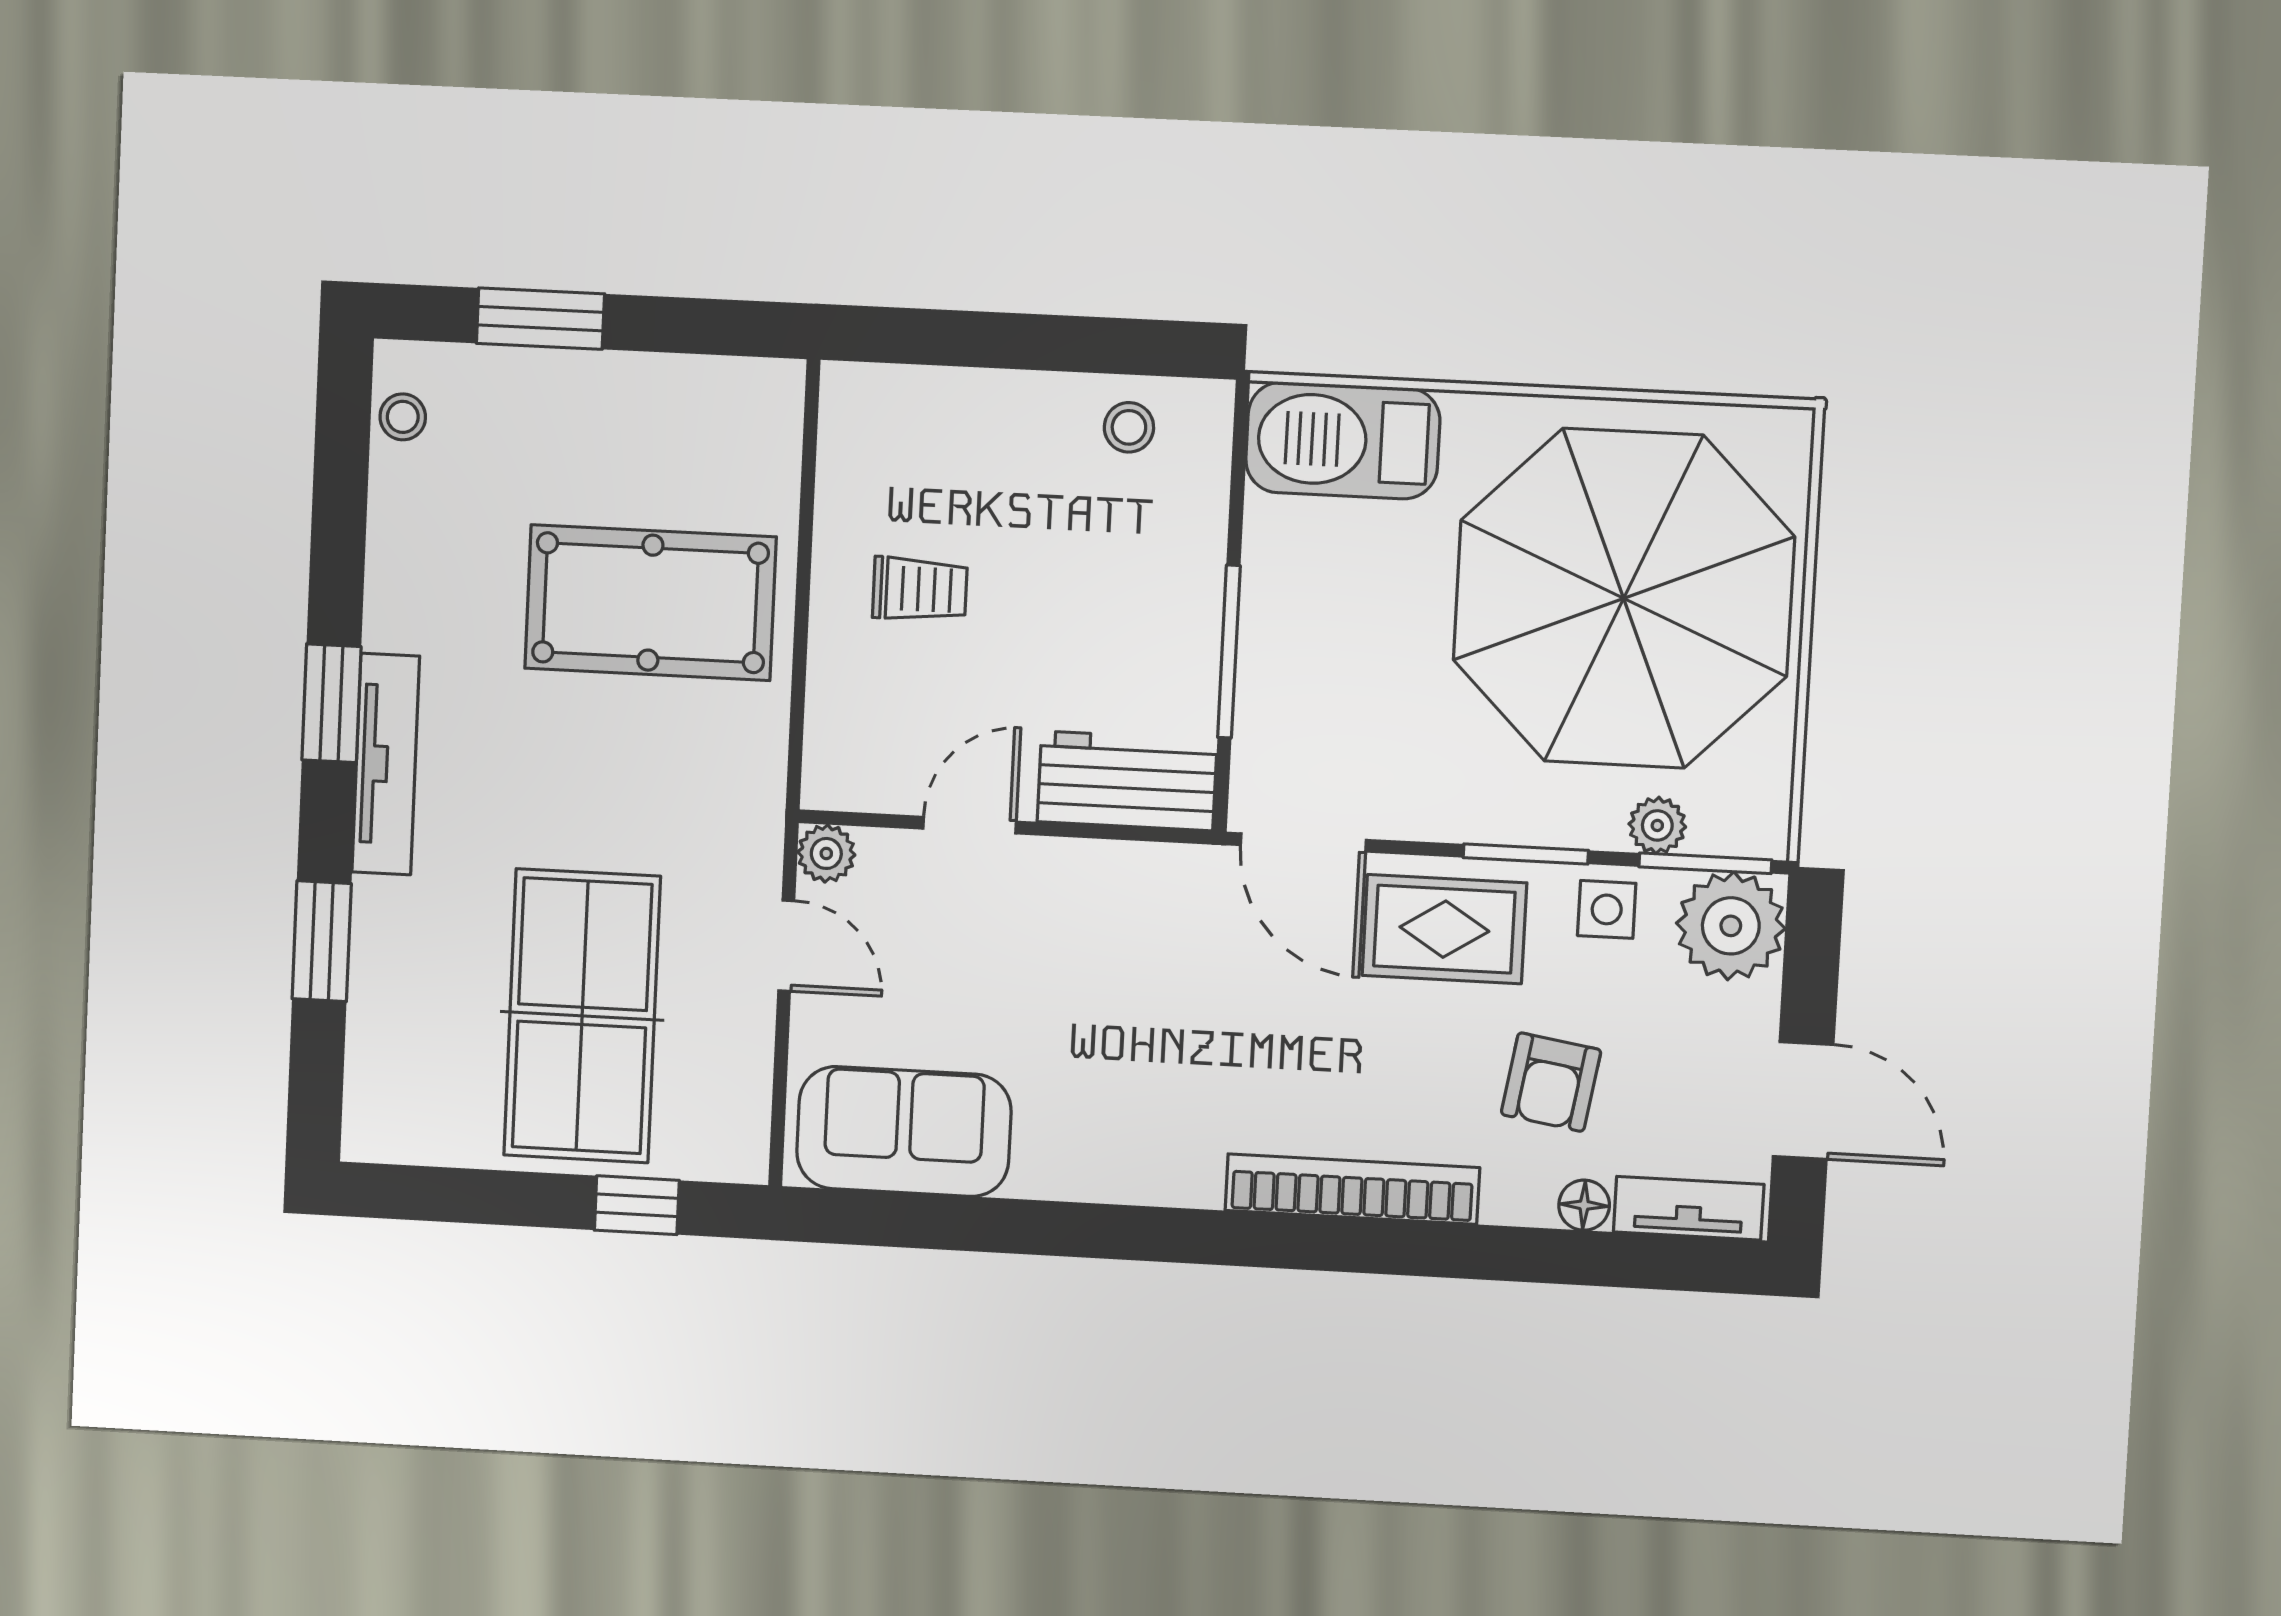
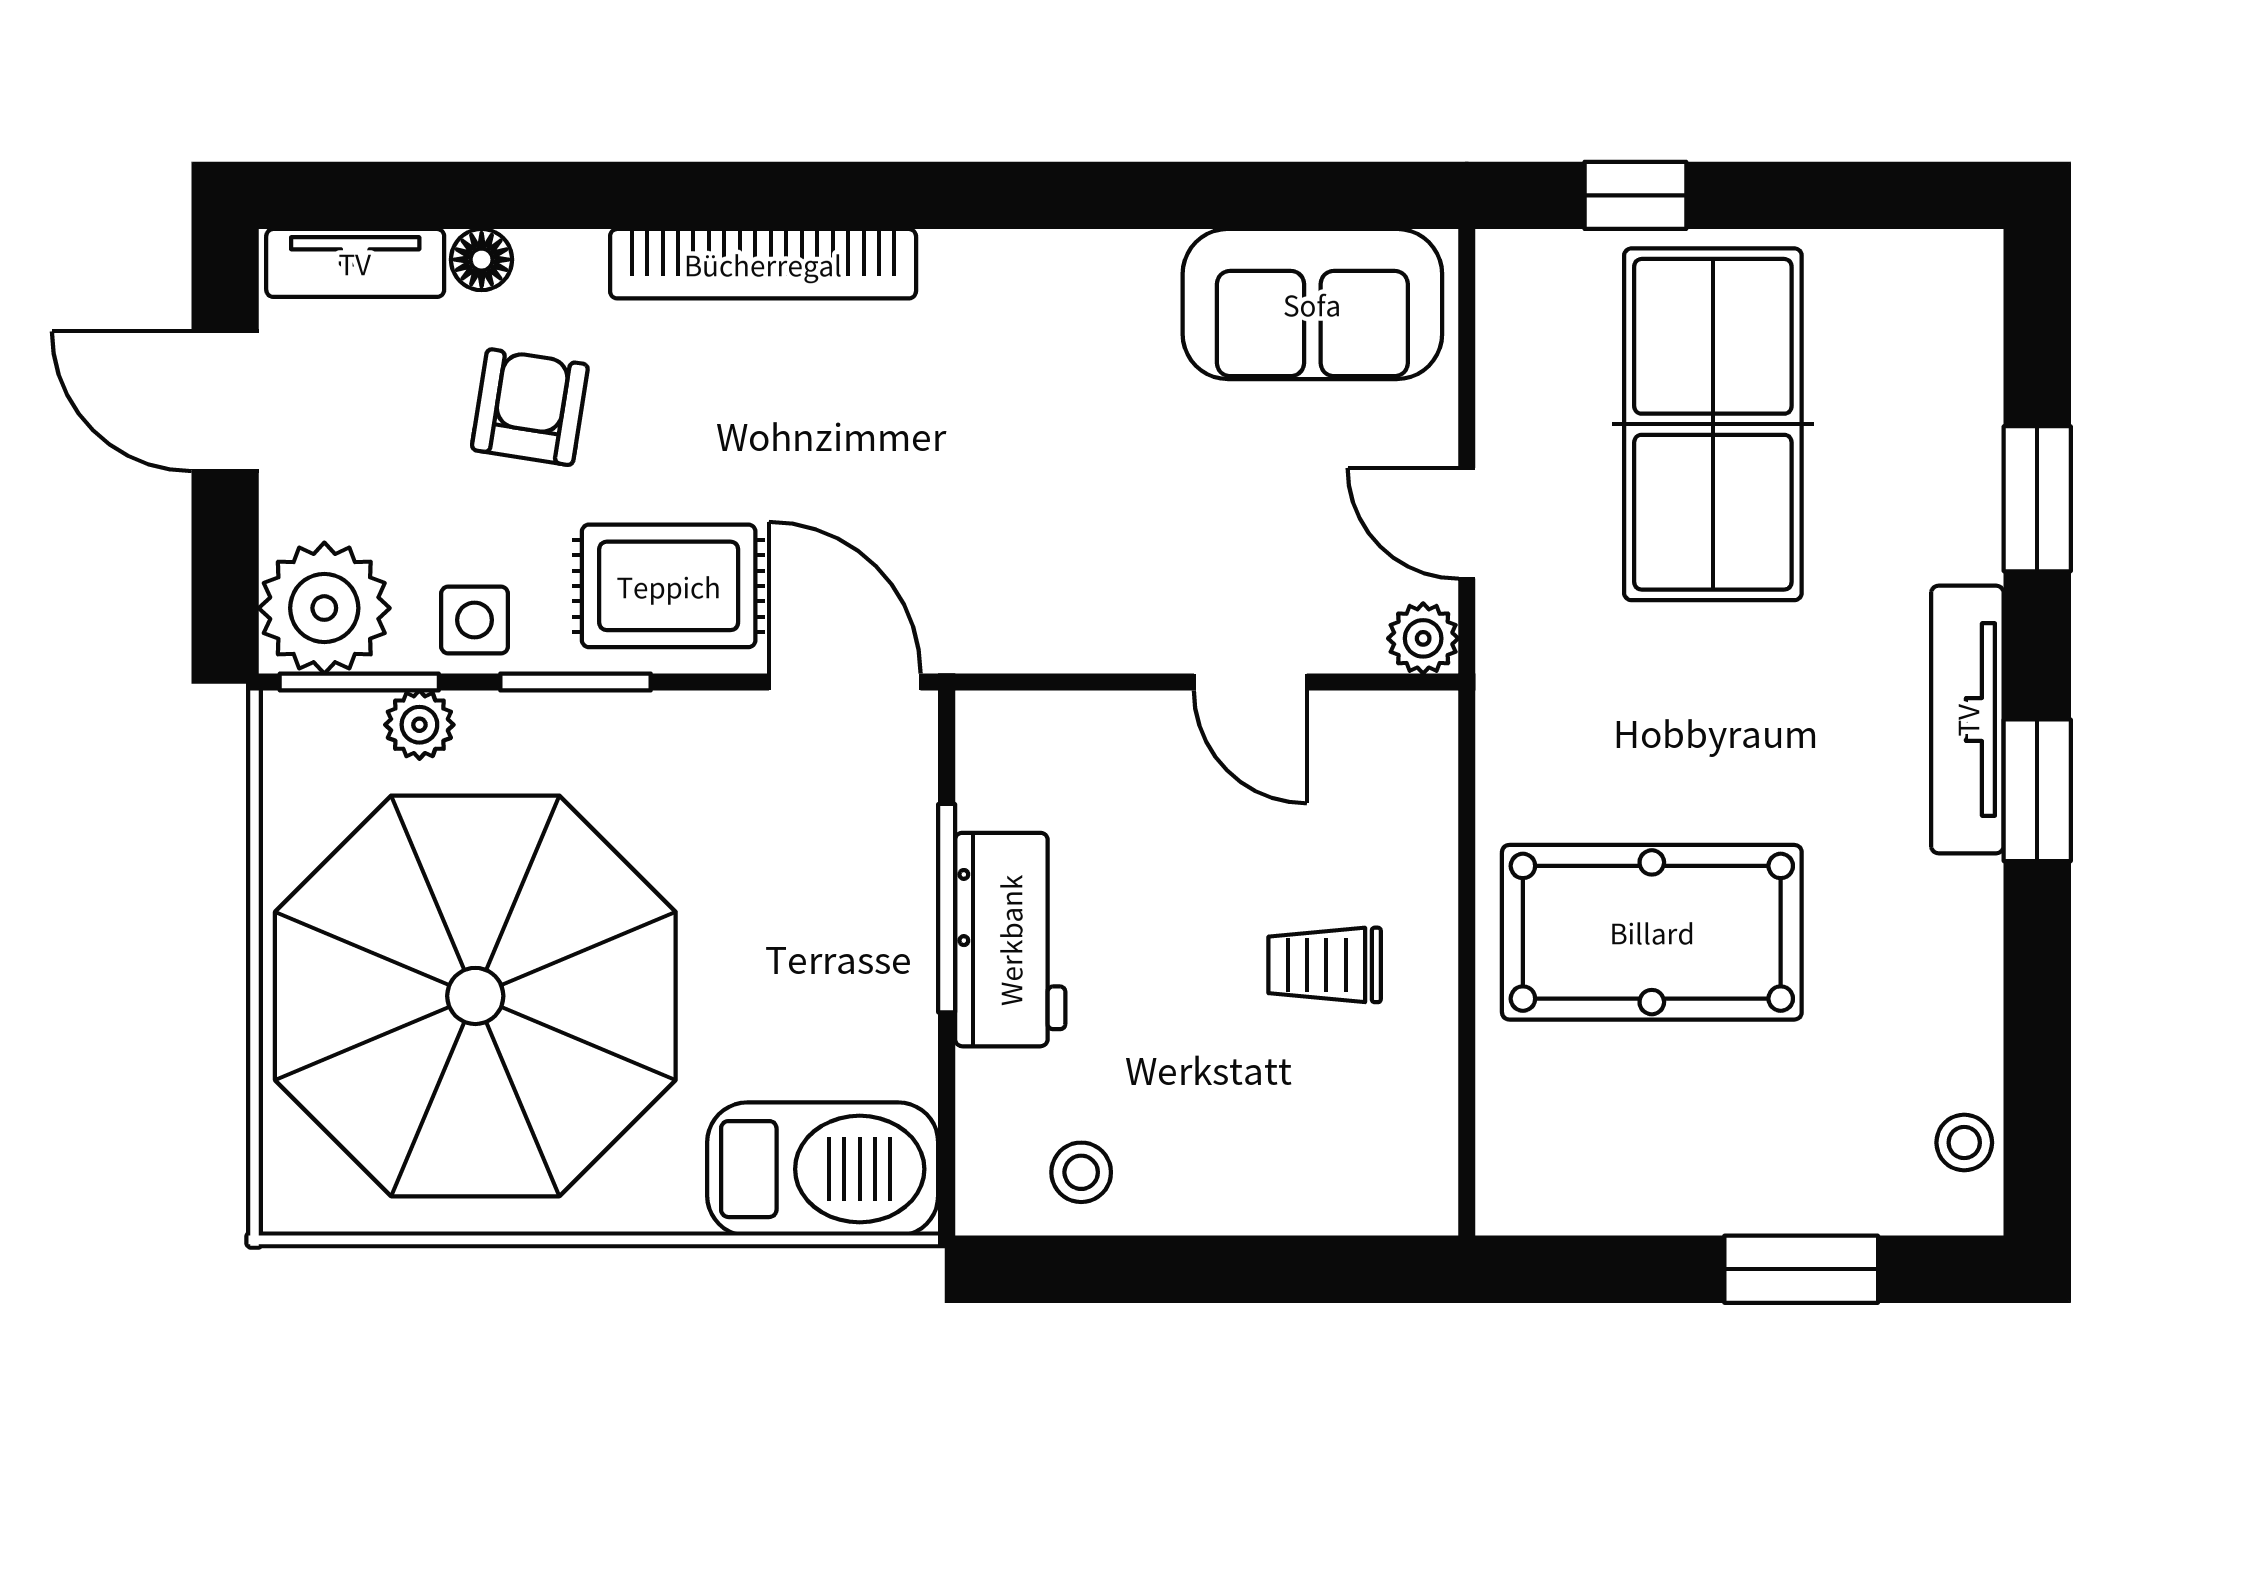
workbench: (1127, 781) -> (1010, 940), moved, turned -90
door: (970, 825) -> (1250, 682), hinge flipped

